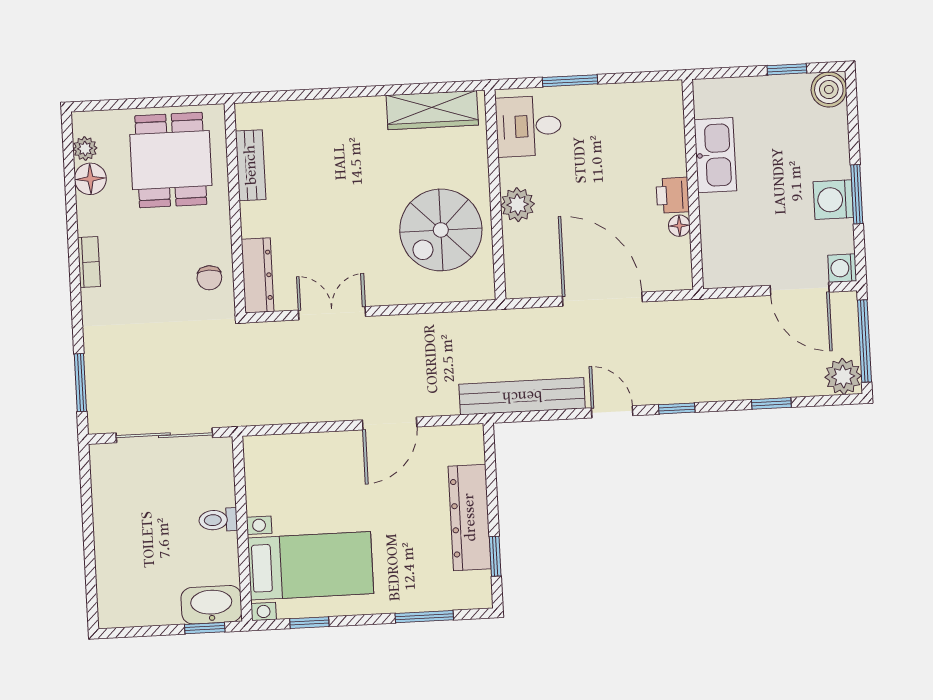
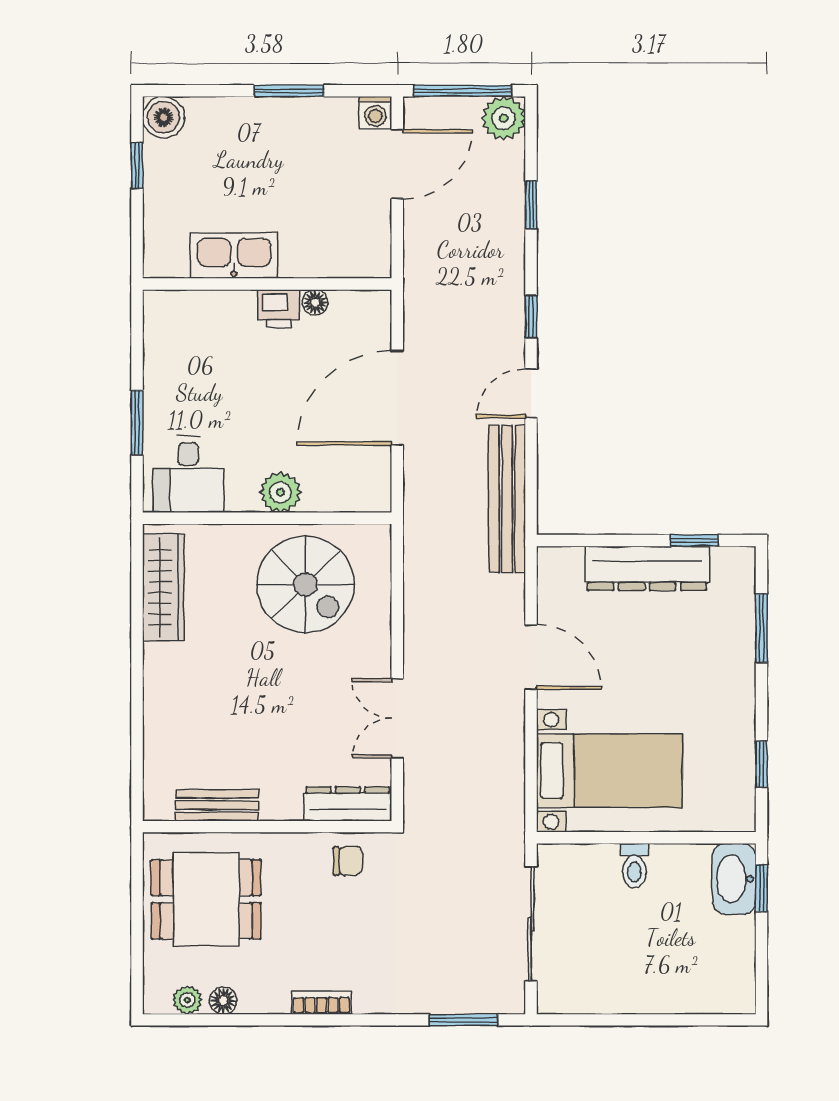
floor lamp: (90, 179) -> (223, 1001), width x0.73, depth x0.73
washing machine: (833, 200) -> (294, 119), removed
bed with nightstands: (310, 566) -> (609, 771), moved, turned 90

